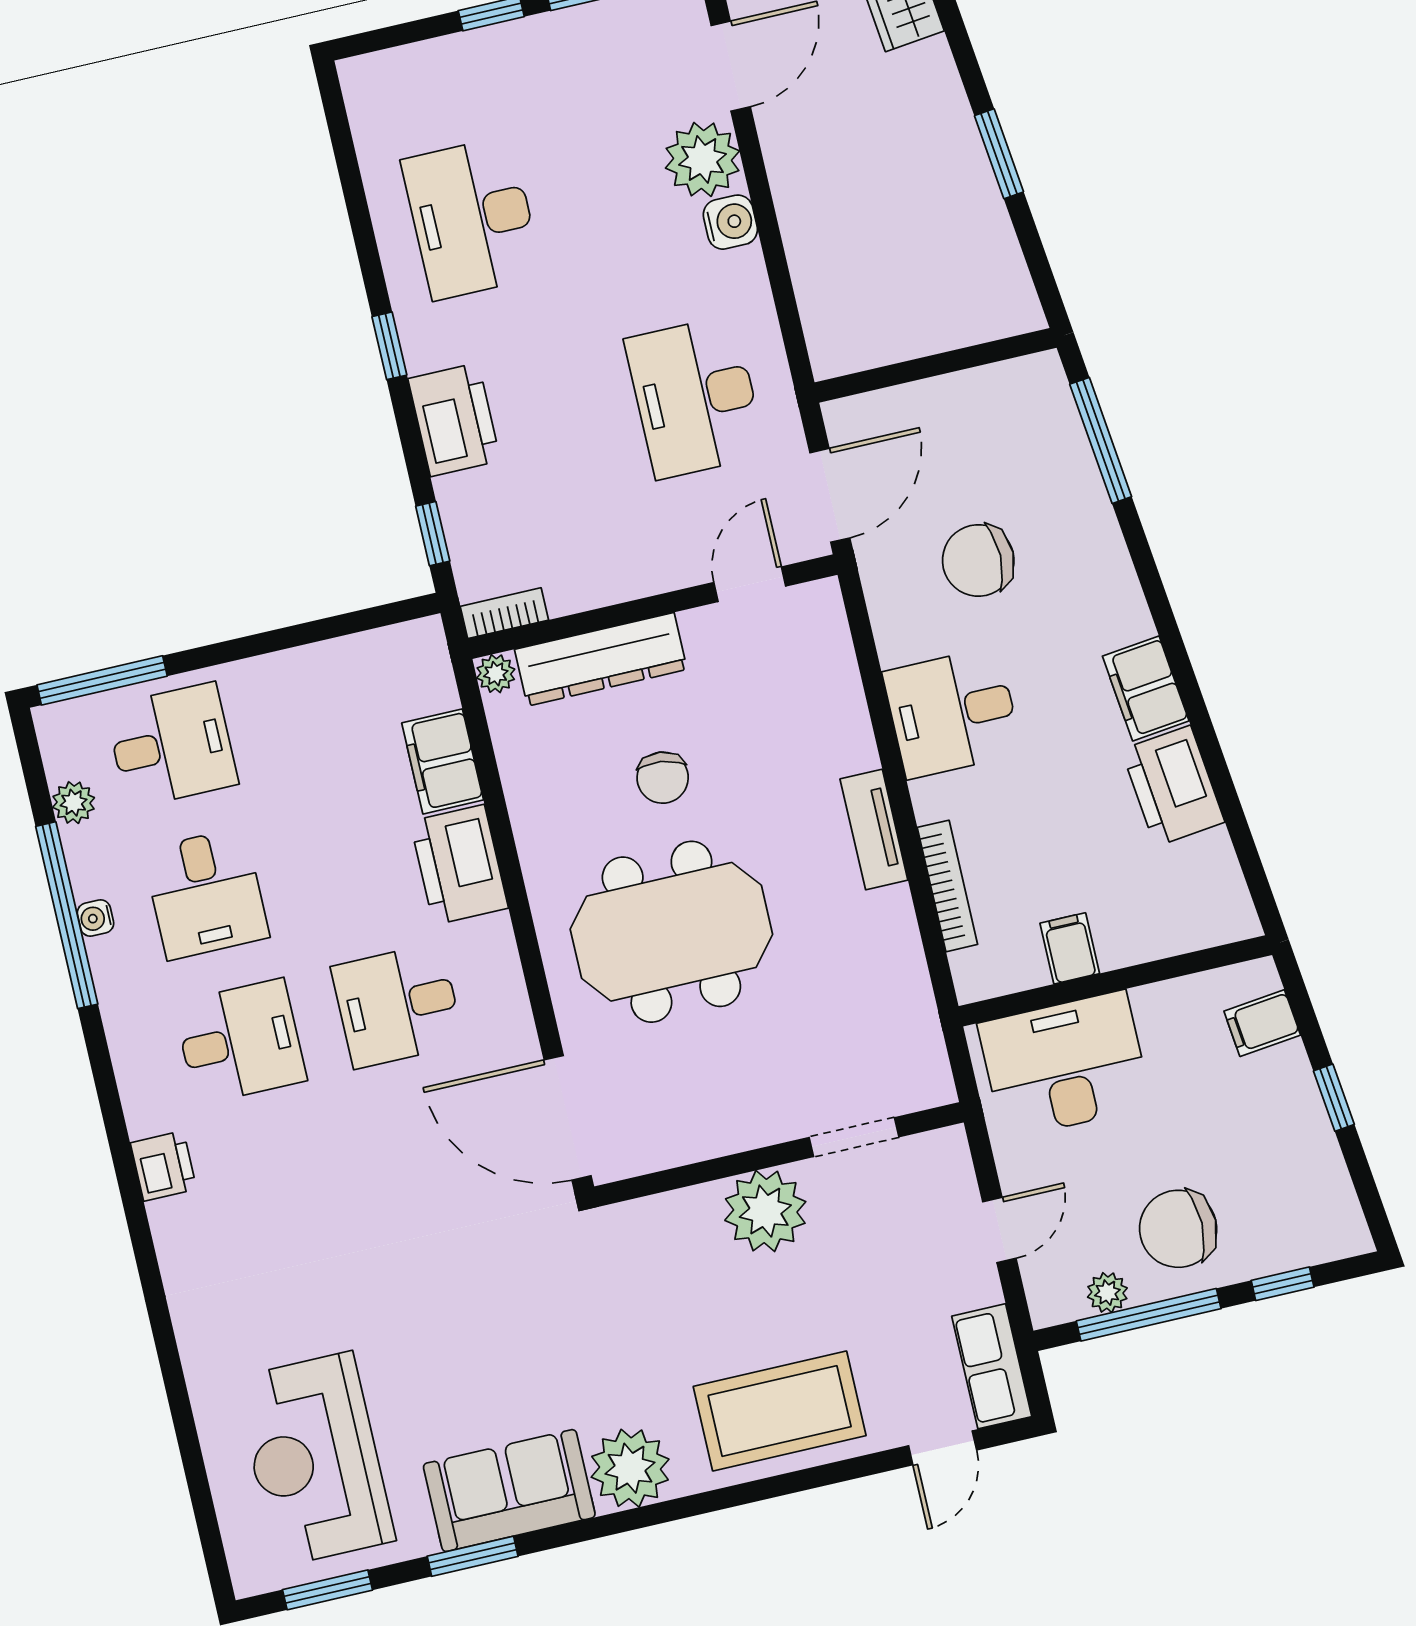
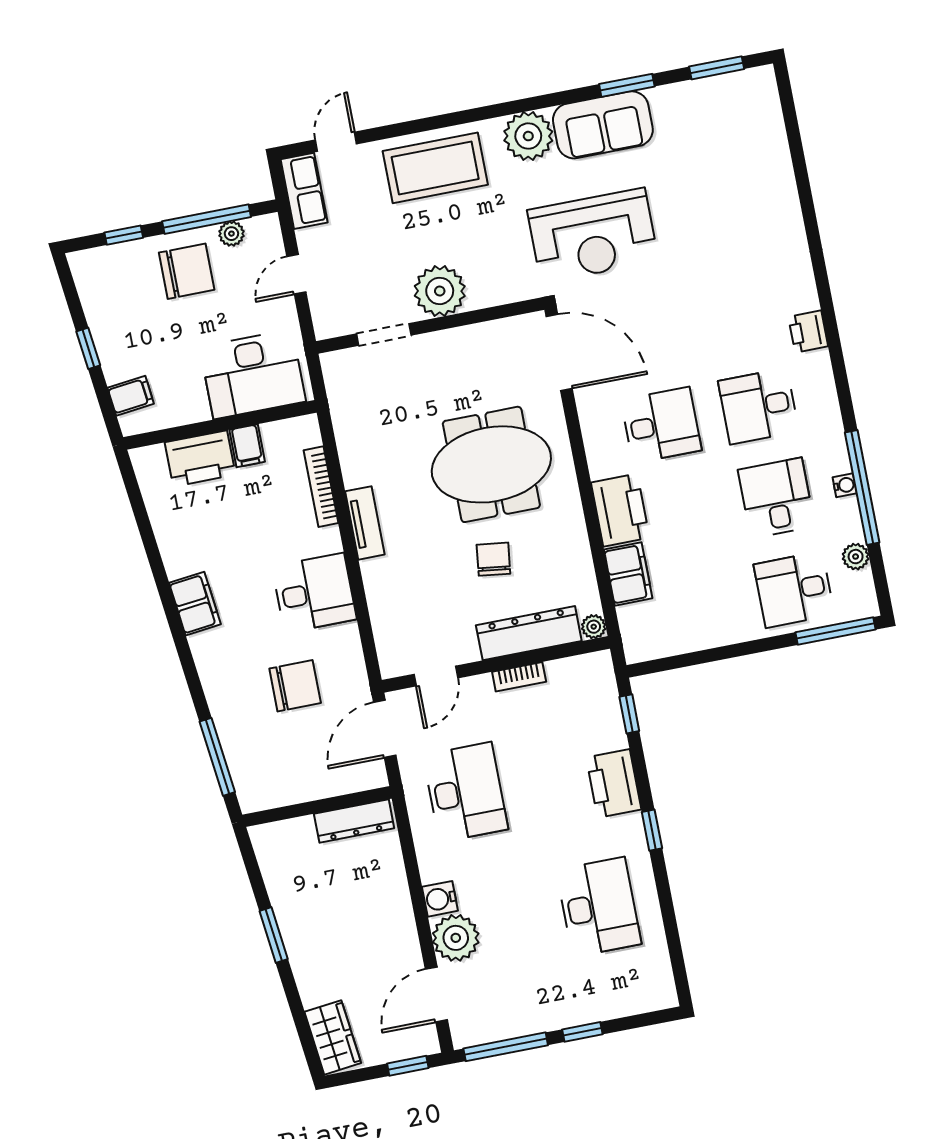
dresser: (875, 344) -> (354, 821), added
bookcase: (504, 613) -> (519, 677), moved
printer: (1173, 786) -> (200, 459), moved, turned 97
reception desk: (315, 1459) -> (593, 236), moved, turned 90

